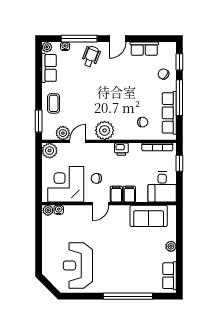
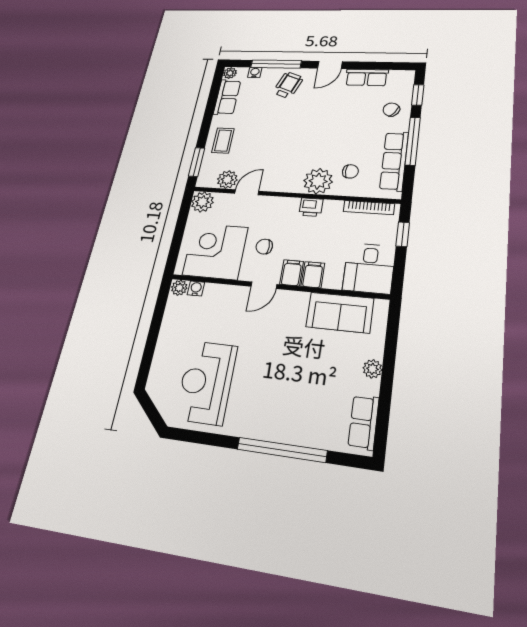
plant: (105, 130) -> (318, 181), moved

